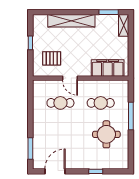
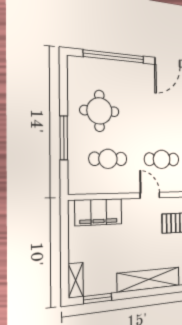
window: (96, 171) -> (114, 56), width x3.17

